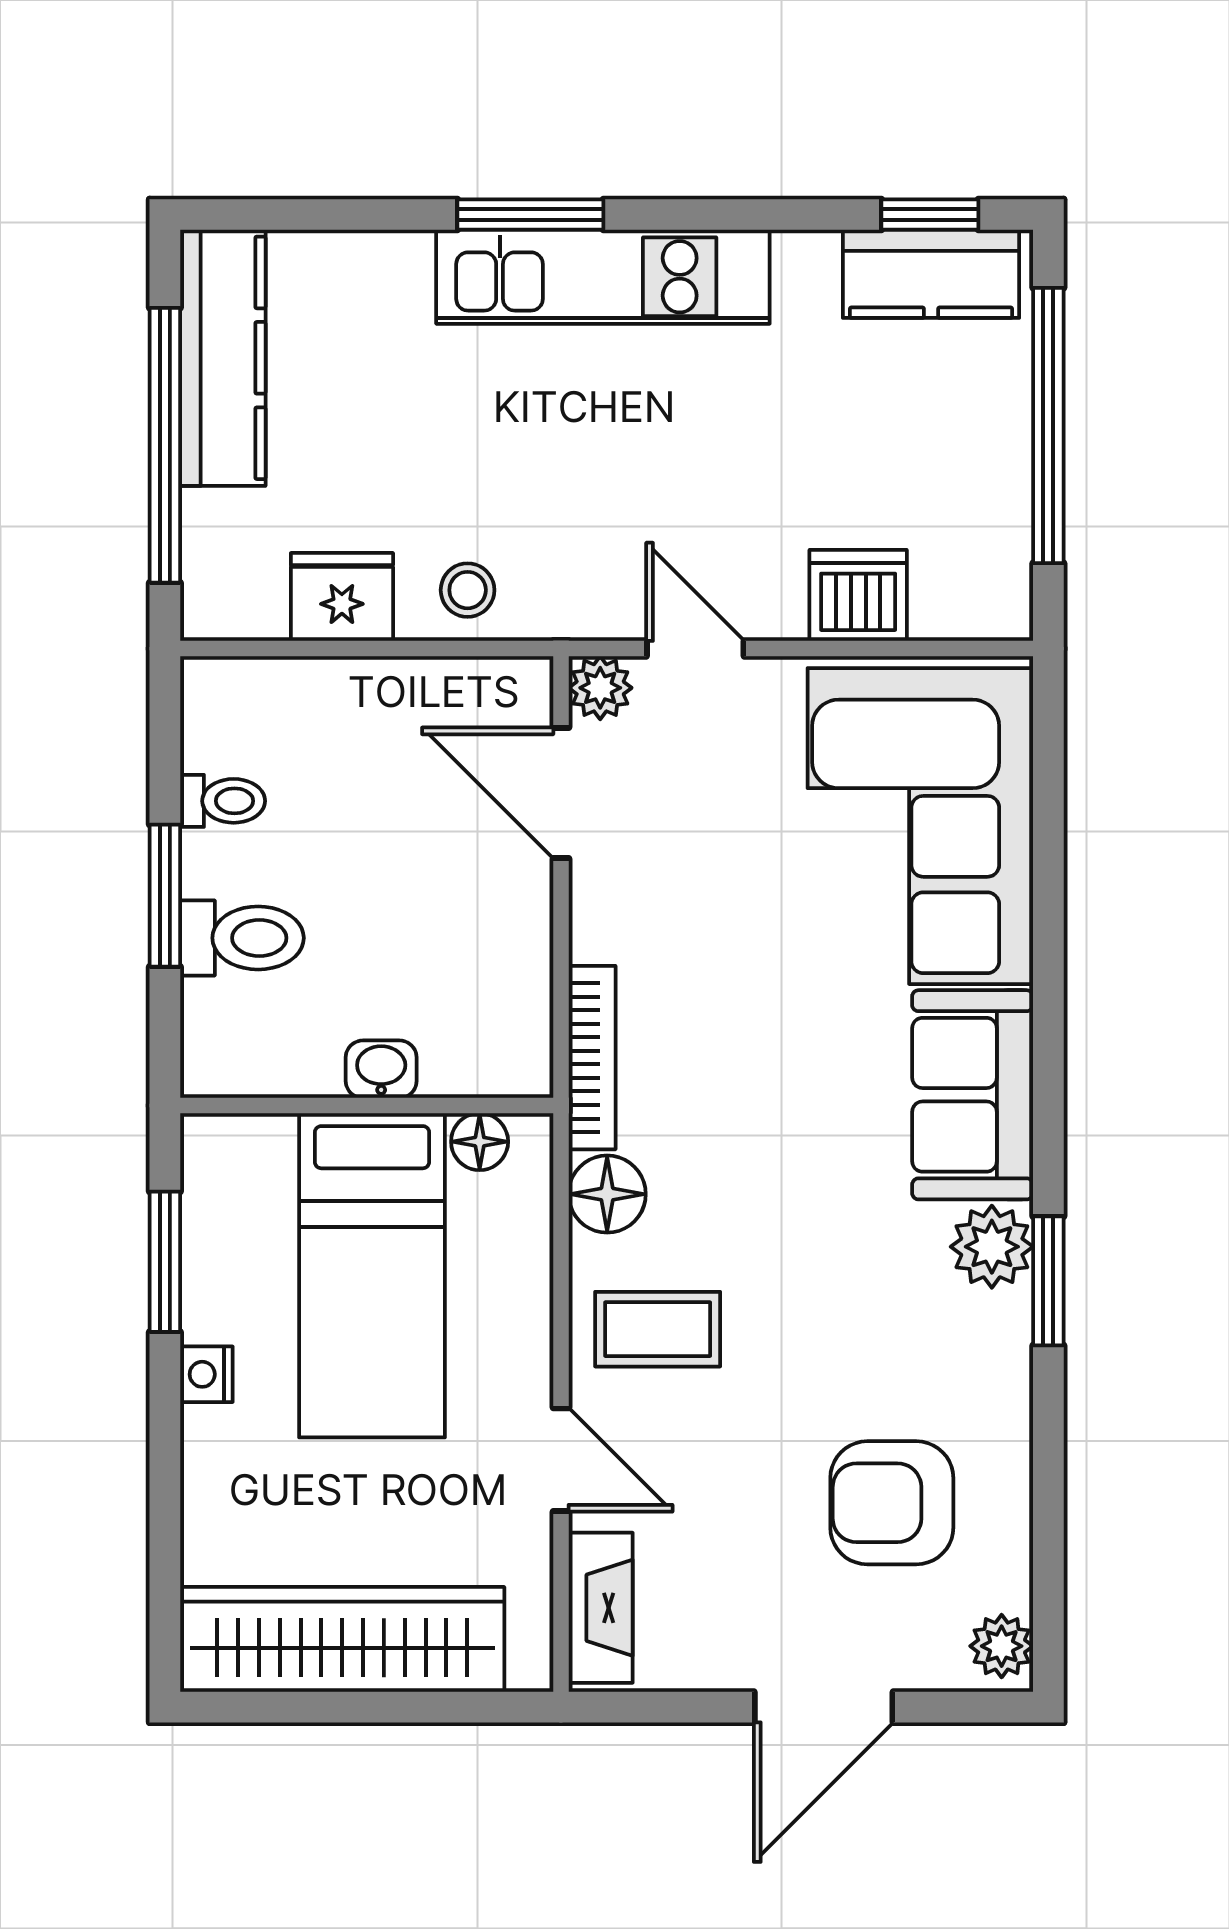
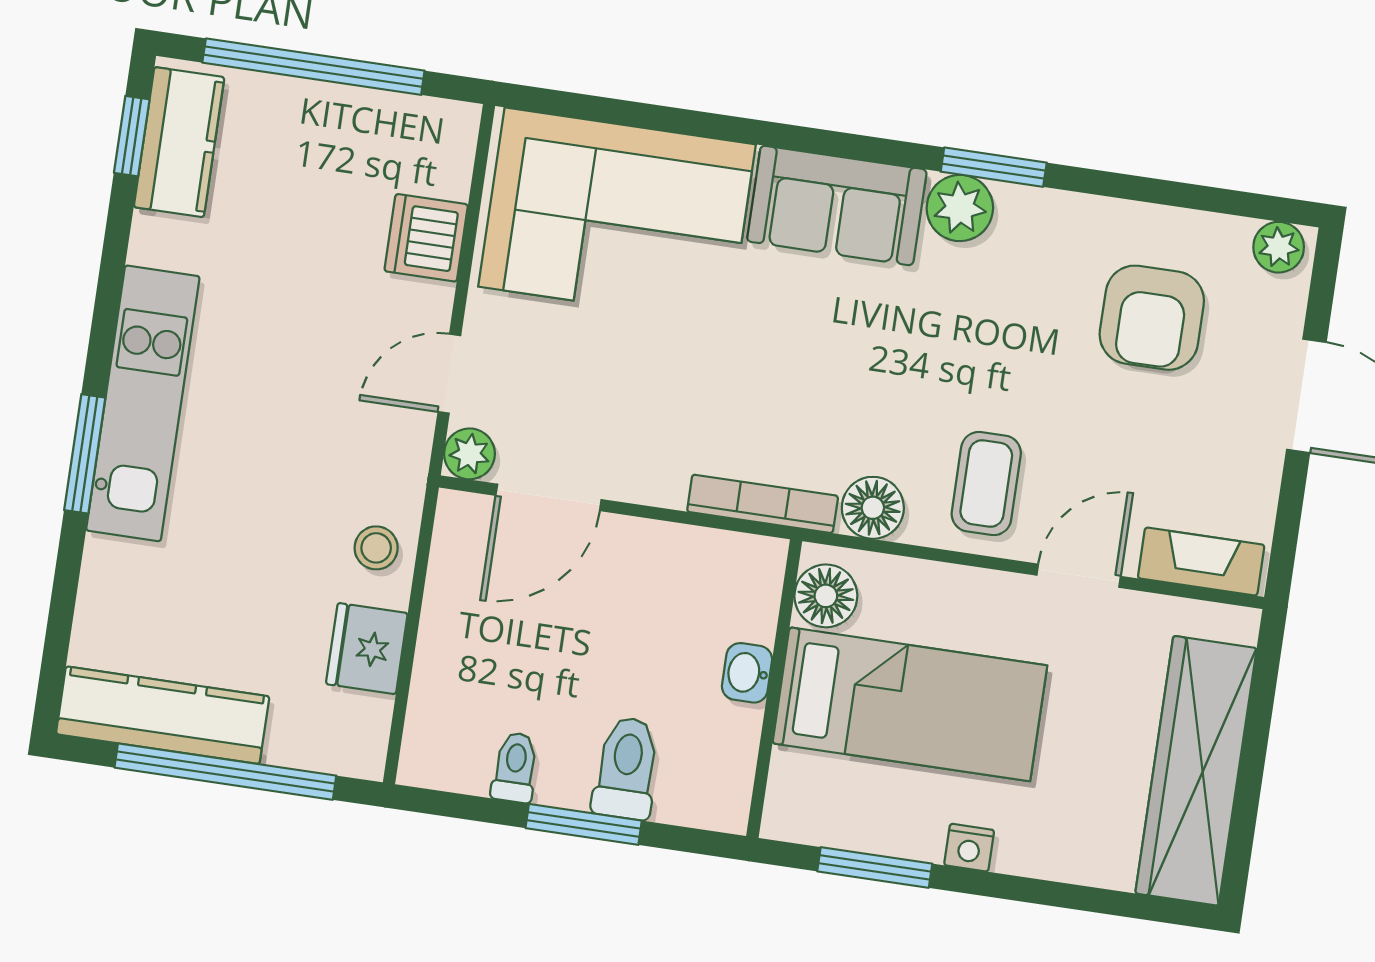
floor lamp: (480, 1142) -> (826, 596), width x1.37, depth x1.37

